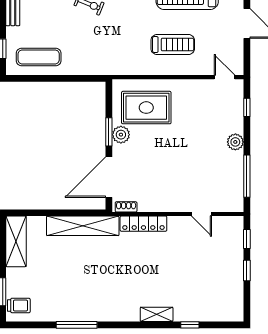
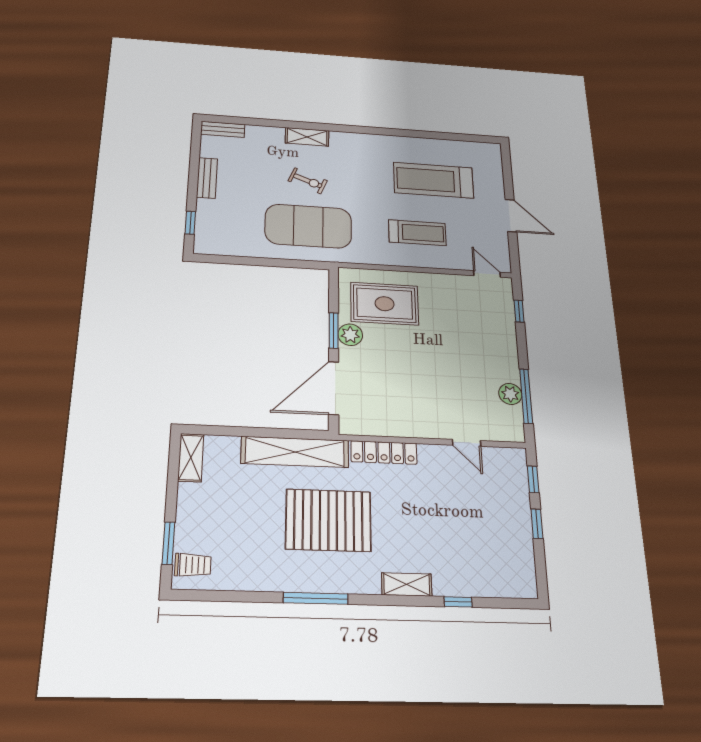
exercise mat: (39, 57) -> (308, 226), moved, width x2.00, depth x1.45
plant: (235, 142) -> (510, 394), moved
shoe rack: (126, 207) -> (358, 429), removed
shelving: (16, 241) -> (191, 458), width x0.67, depth x0.75
pallet: (105, 273) -> (328, 520), added
window: (77, 325) -> (316, 598), moved

